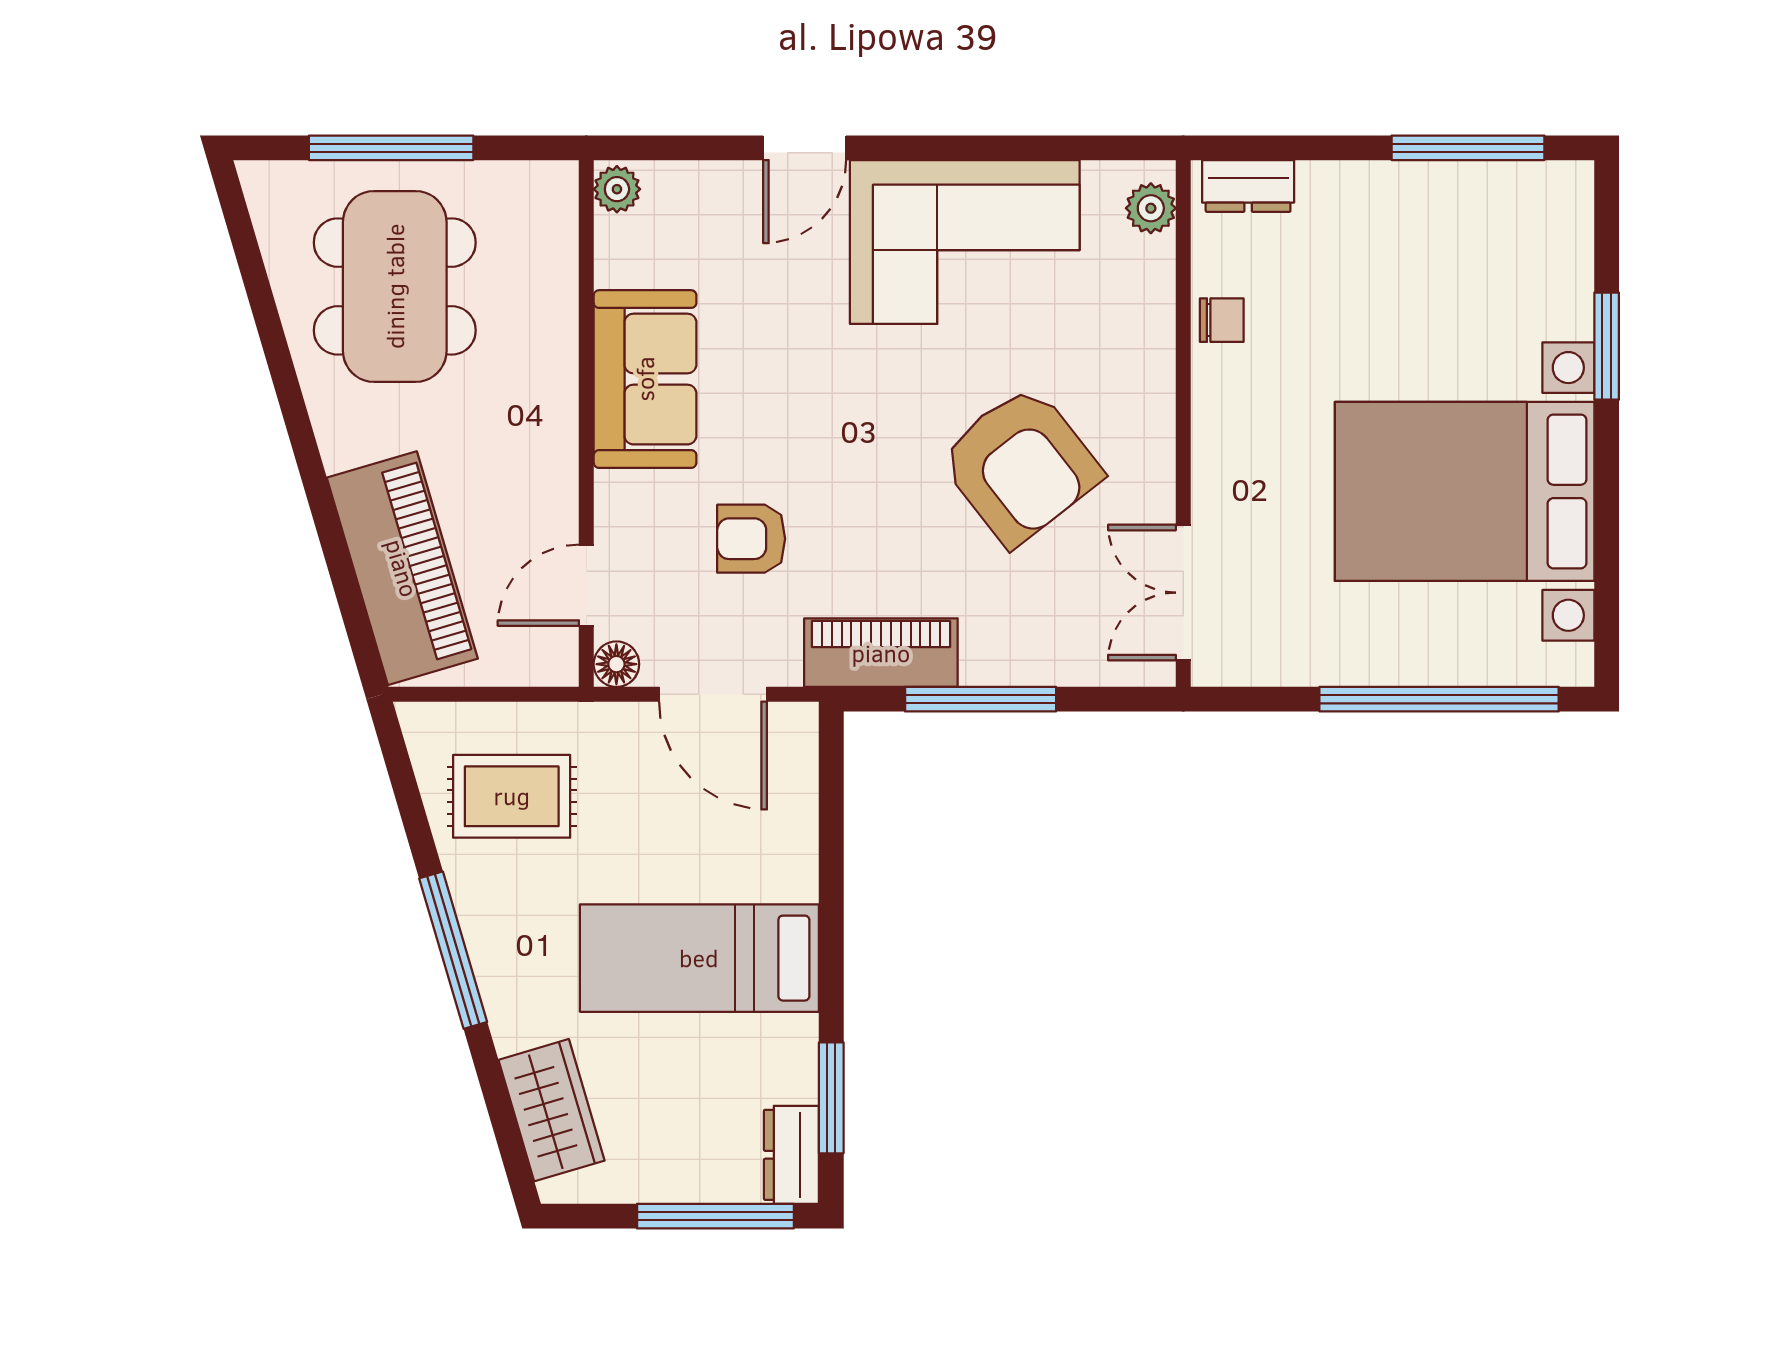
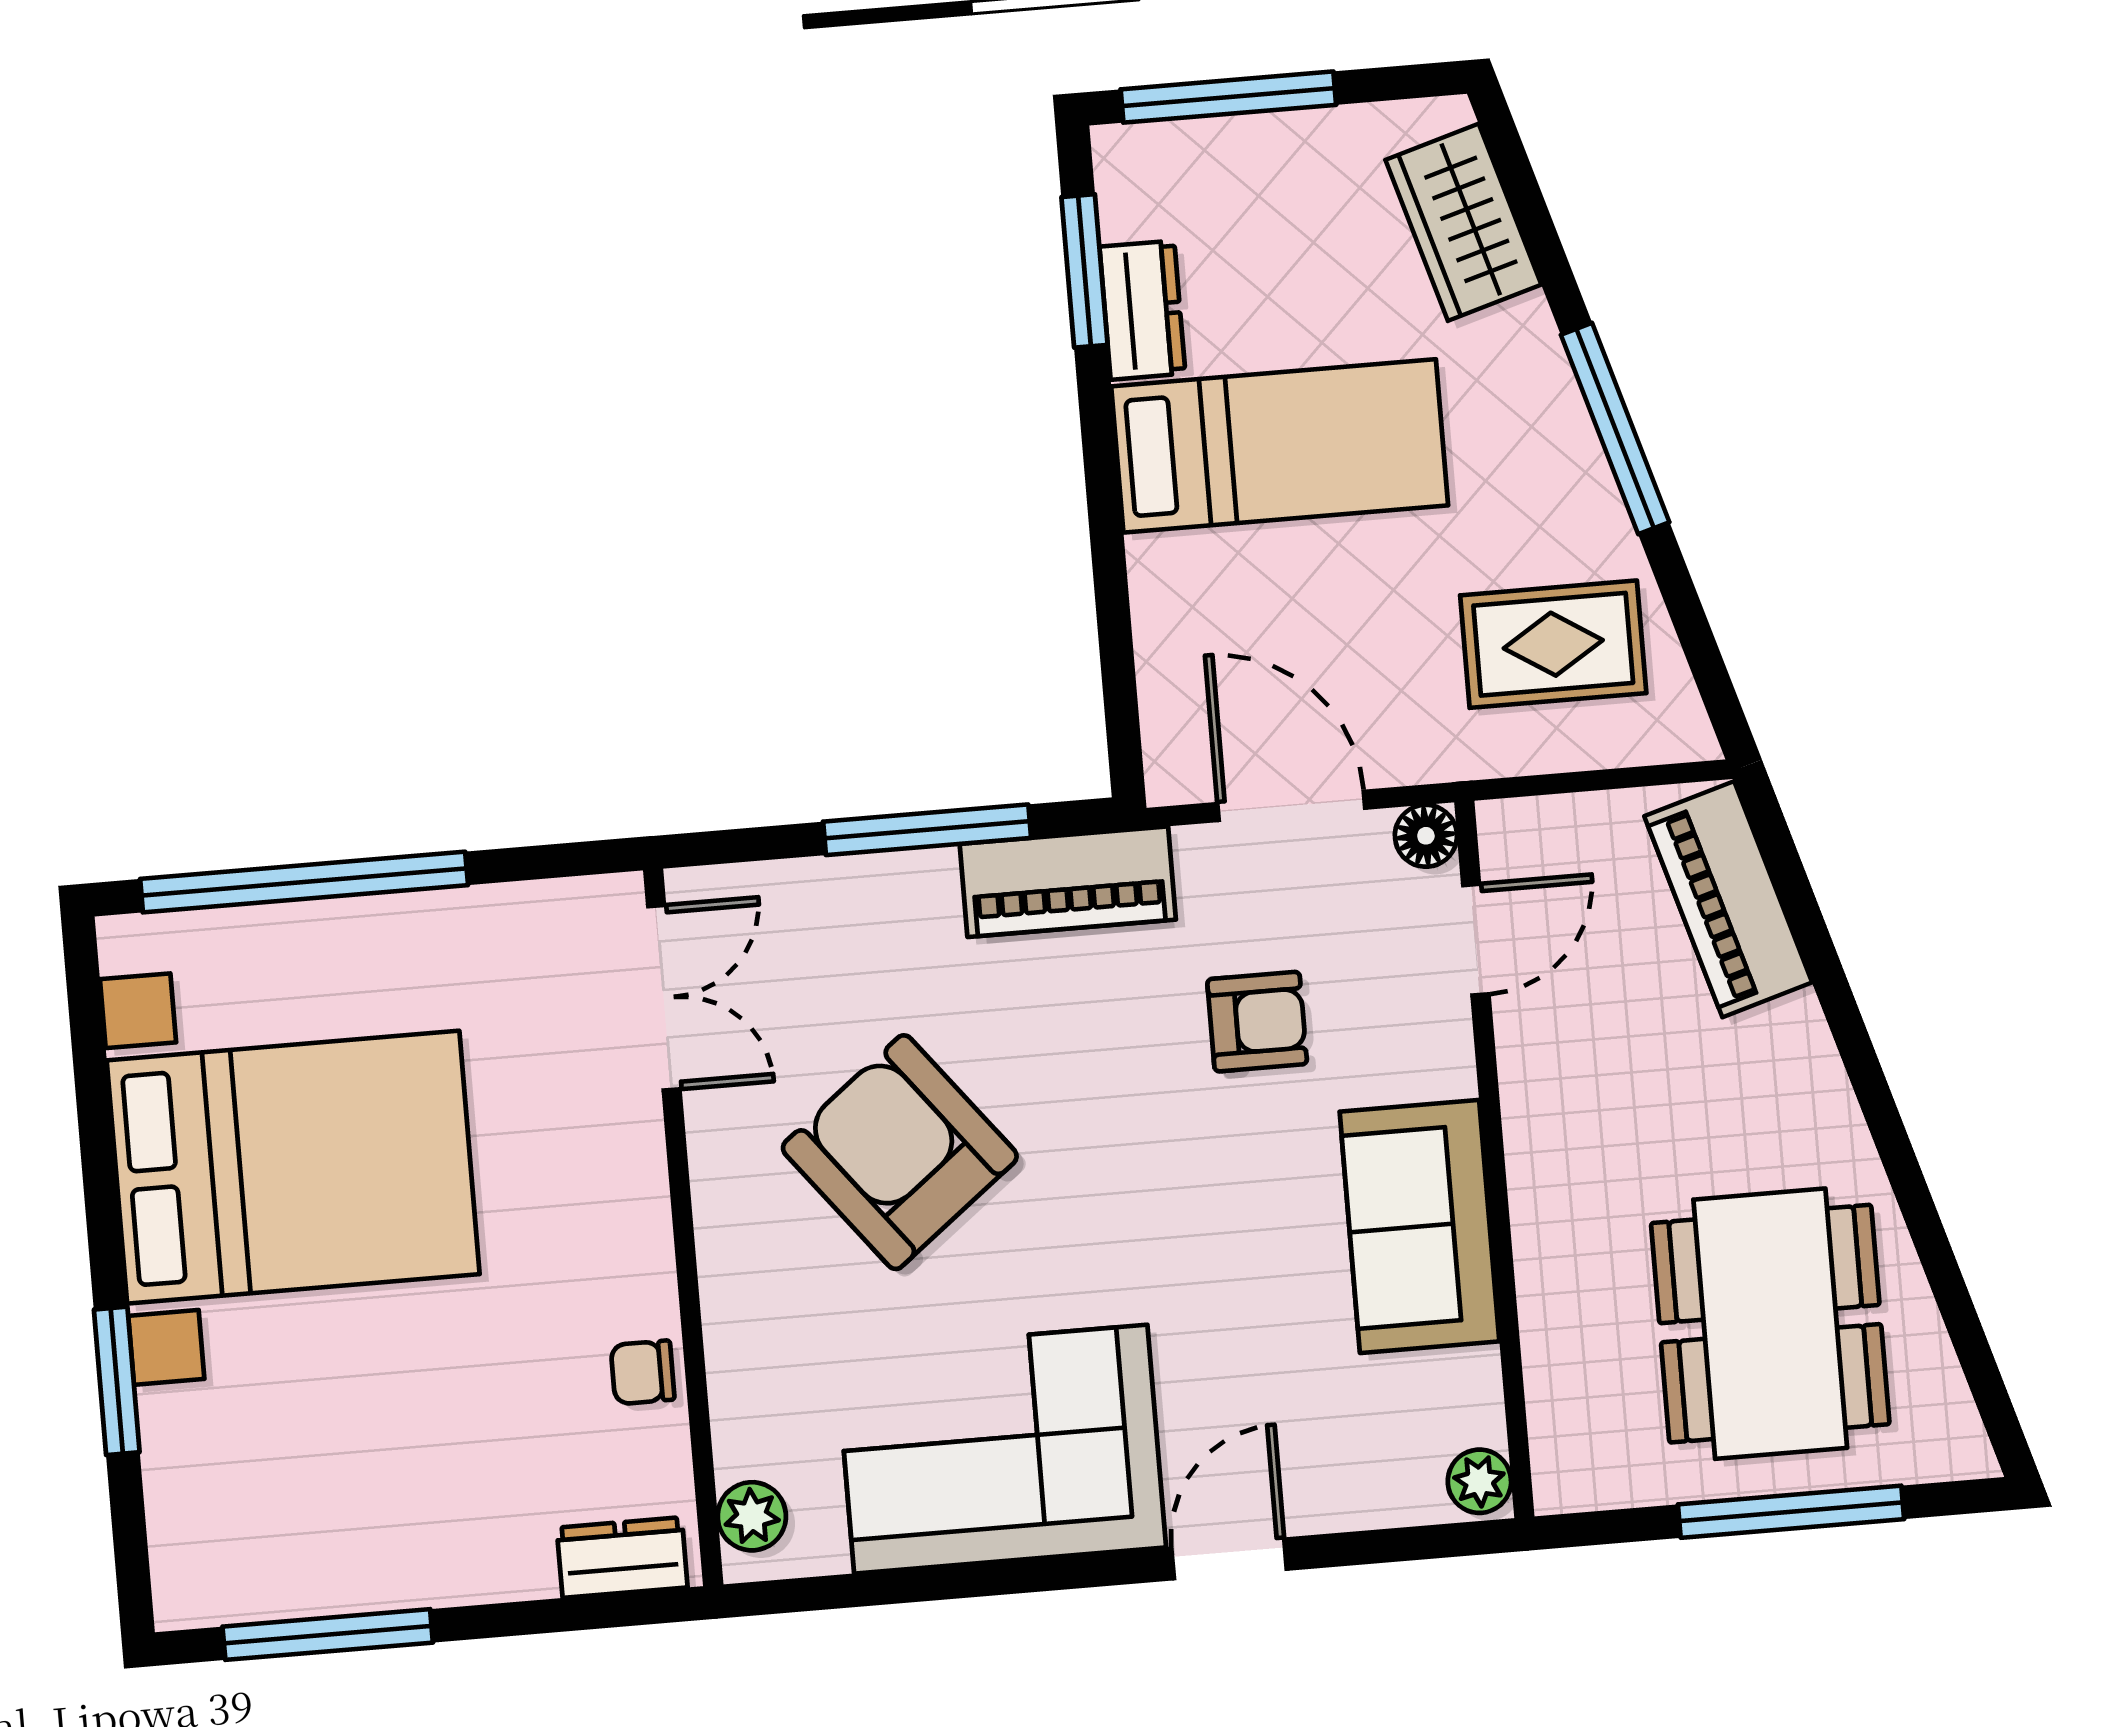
piano: (402, 568) -> (1728, 899), width x0.73, depth x0.75
dresser: (791, 1155) -> (1142, 310), moved

